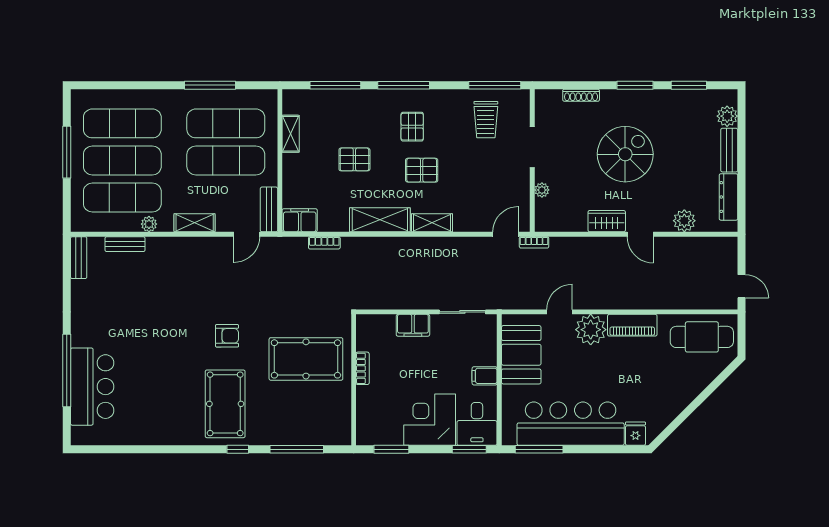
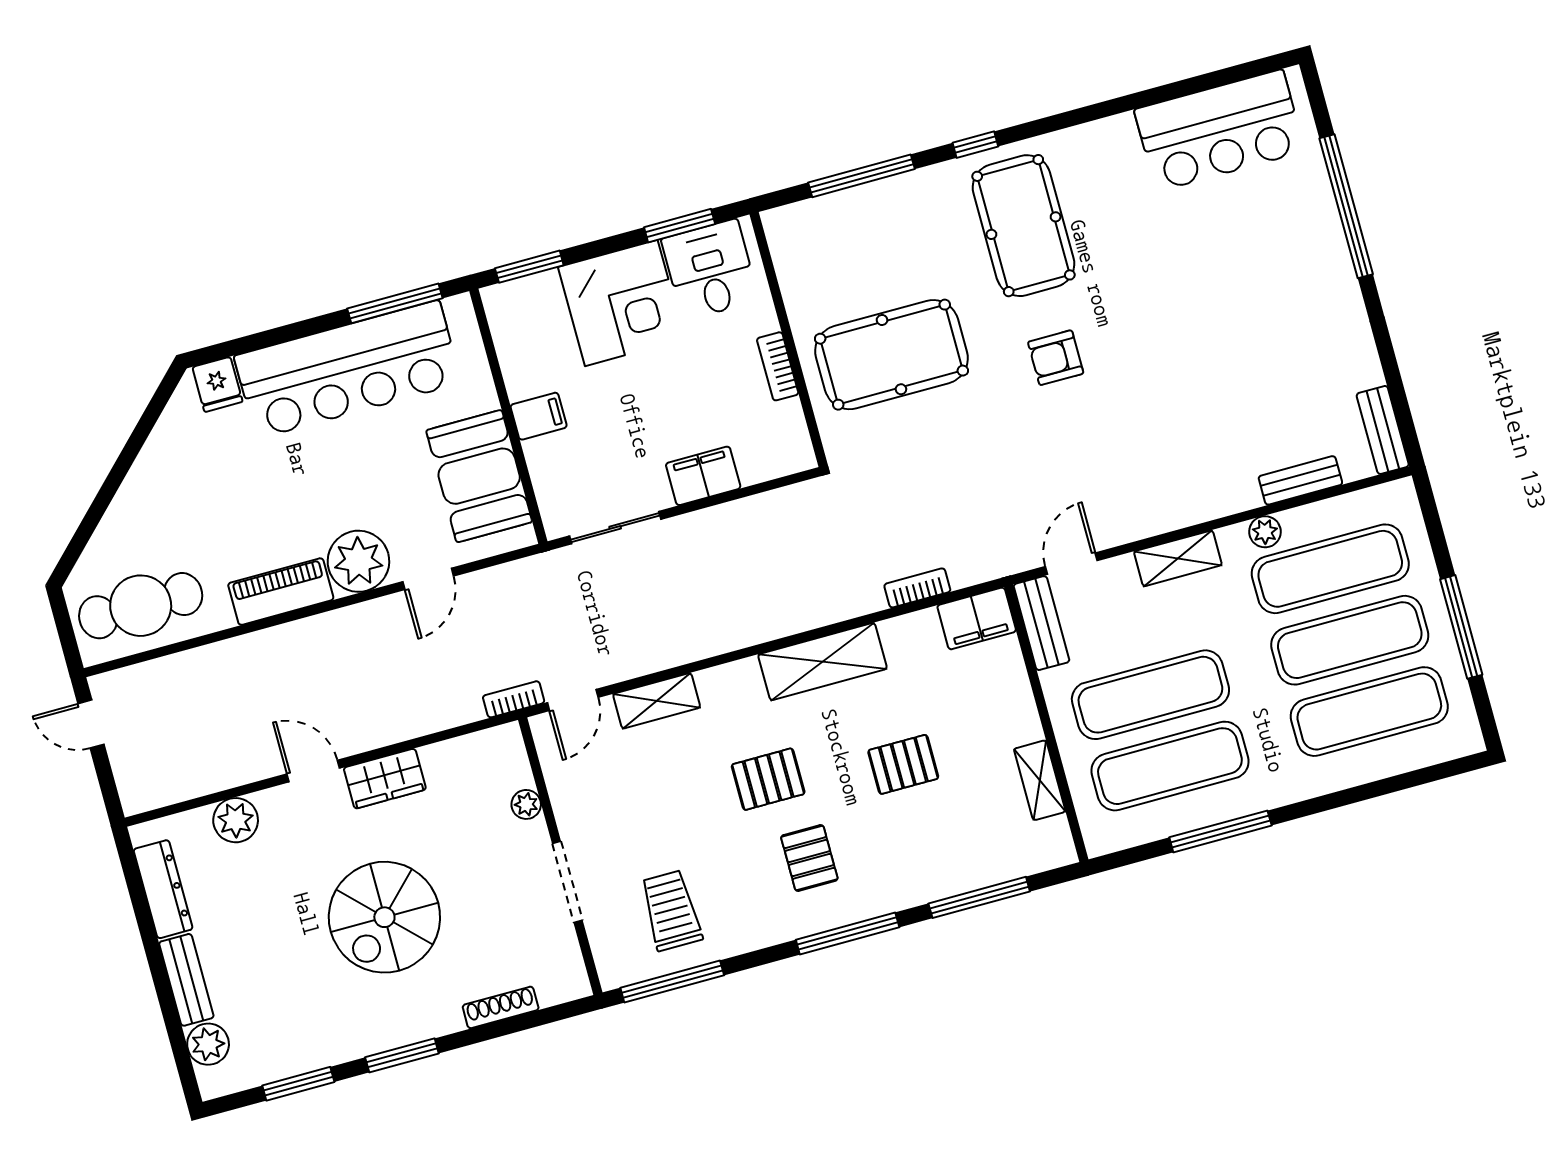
shelving: (432, 223) -> (657, 701), moved
bar counter: (92, 387) -> (1220, 130), moved, turned -90
desk: (477, 424) -> (710, 270), moved

